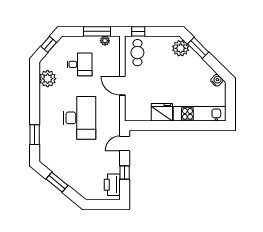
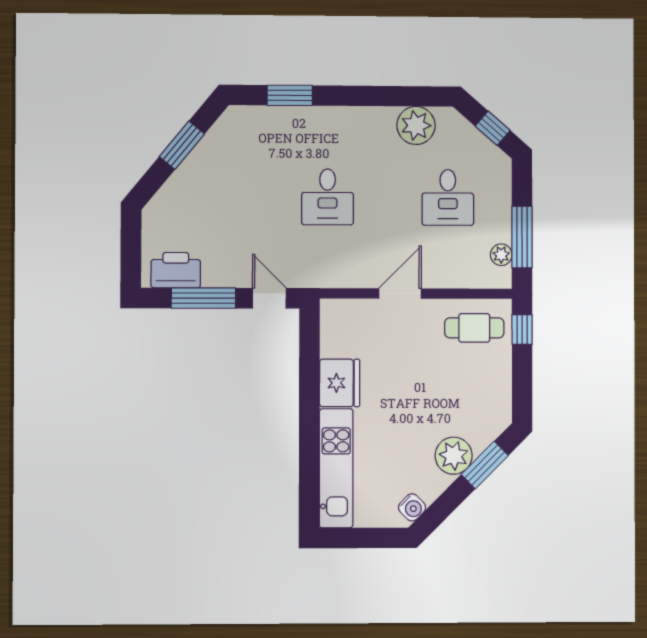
plant: (181, 48) -> (454, 456), moved
desk: (80, 118) -> (327, 197), width x0.53, depth x0.77
window: (125, 172) -> (203, 298), width x2.17

